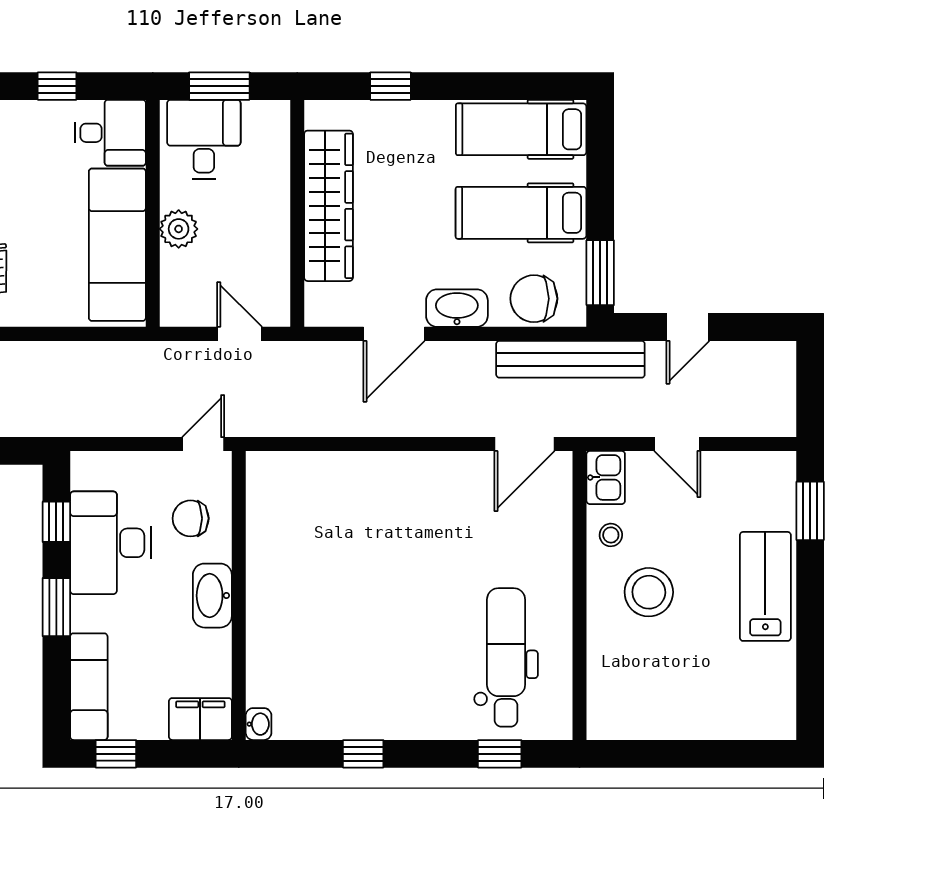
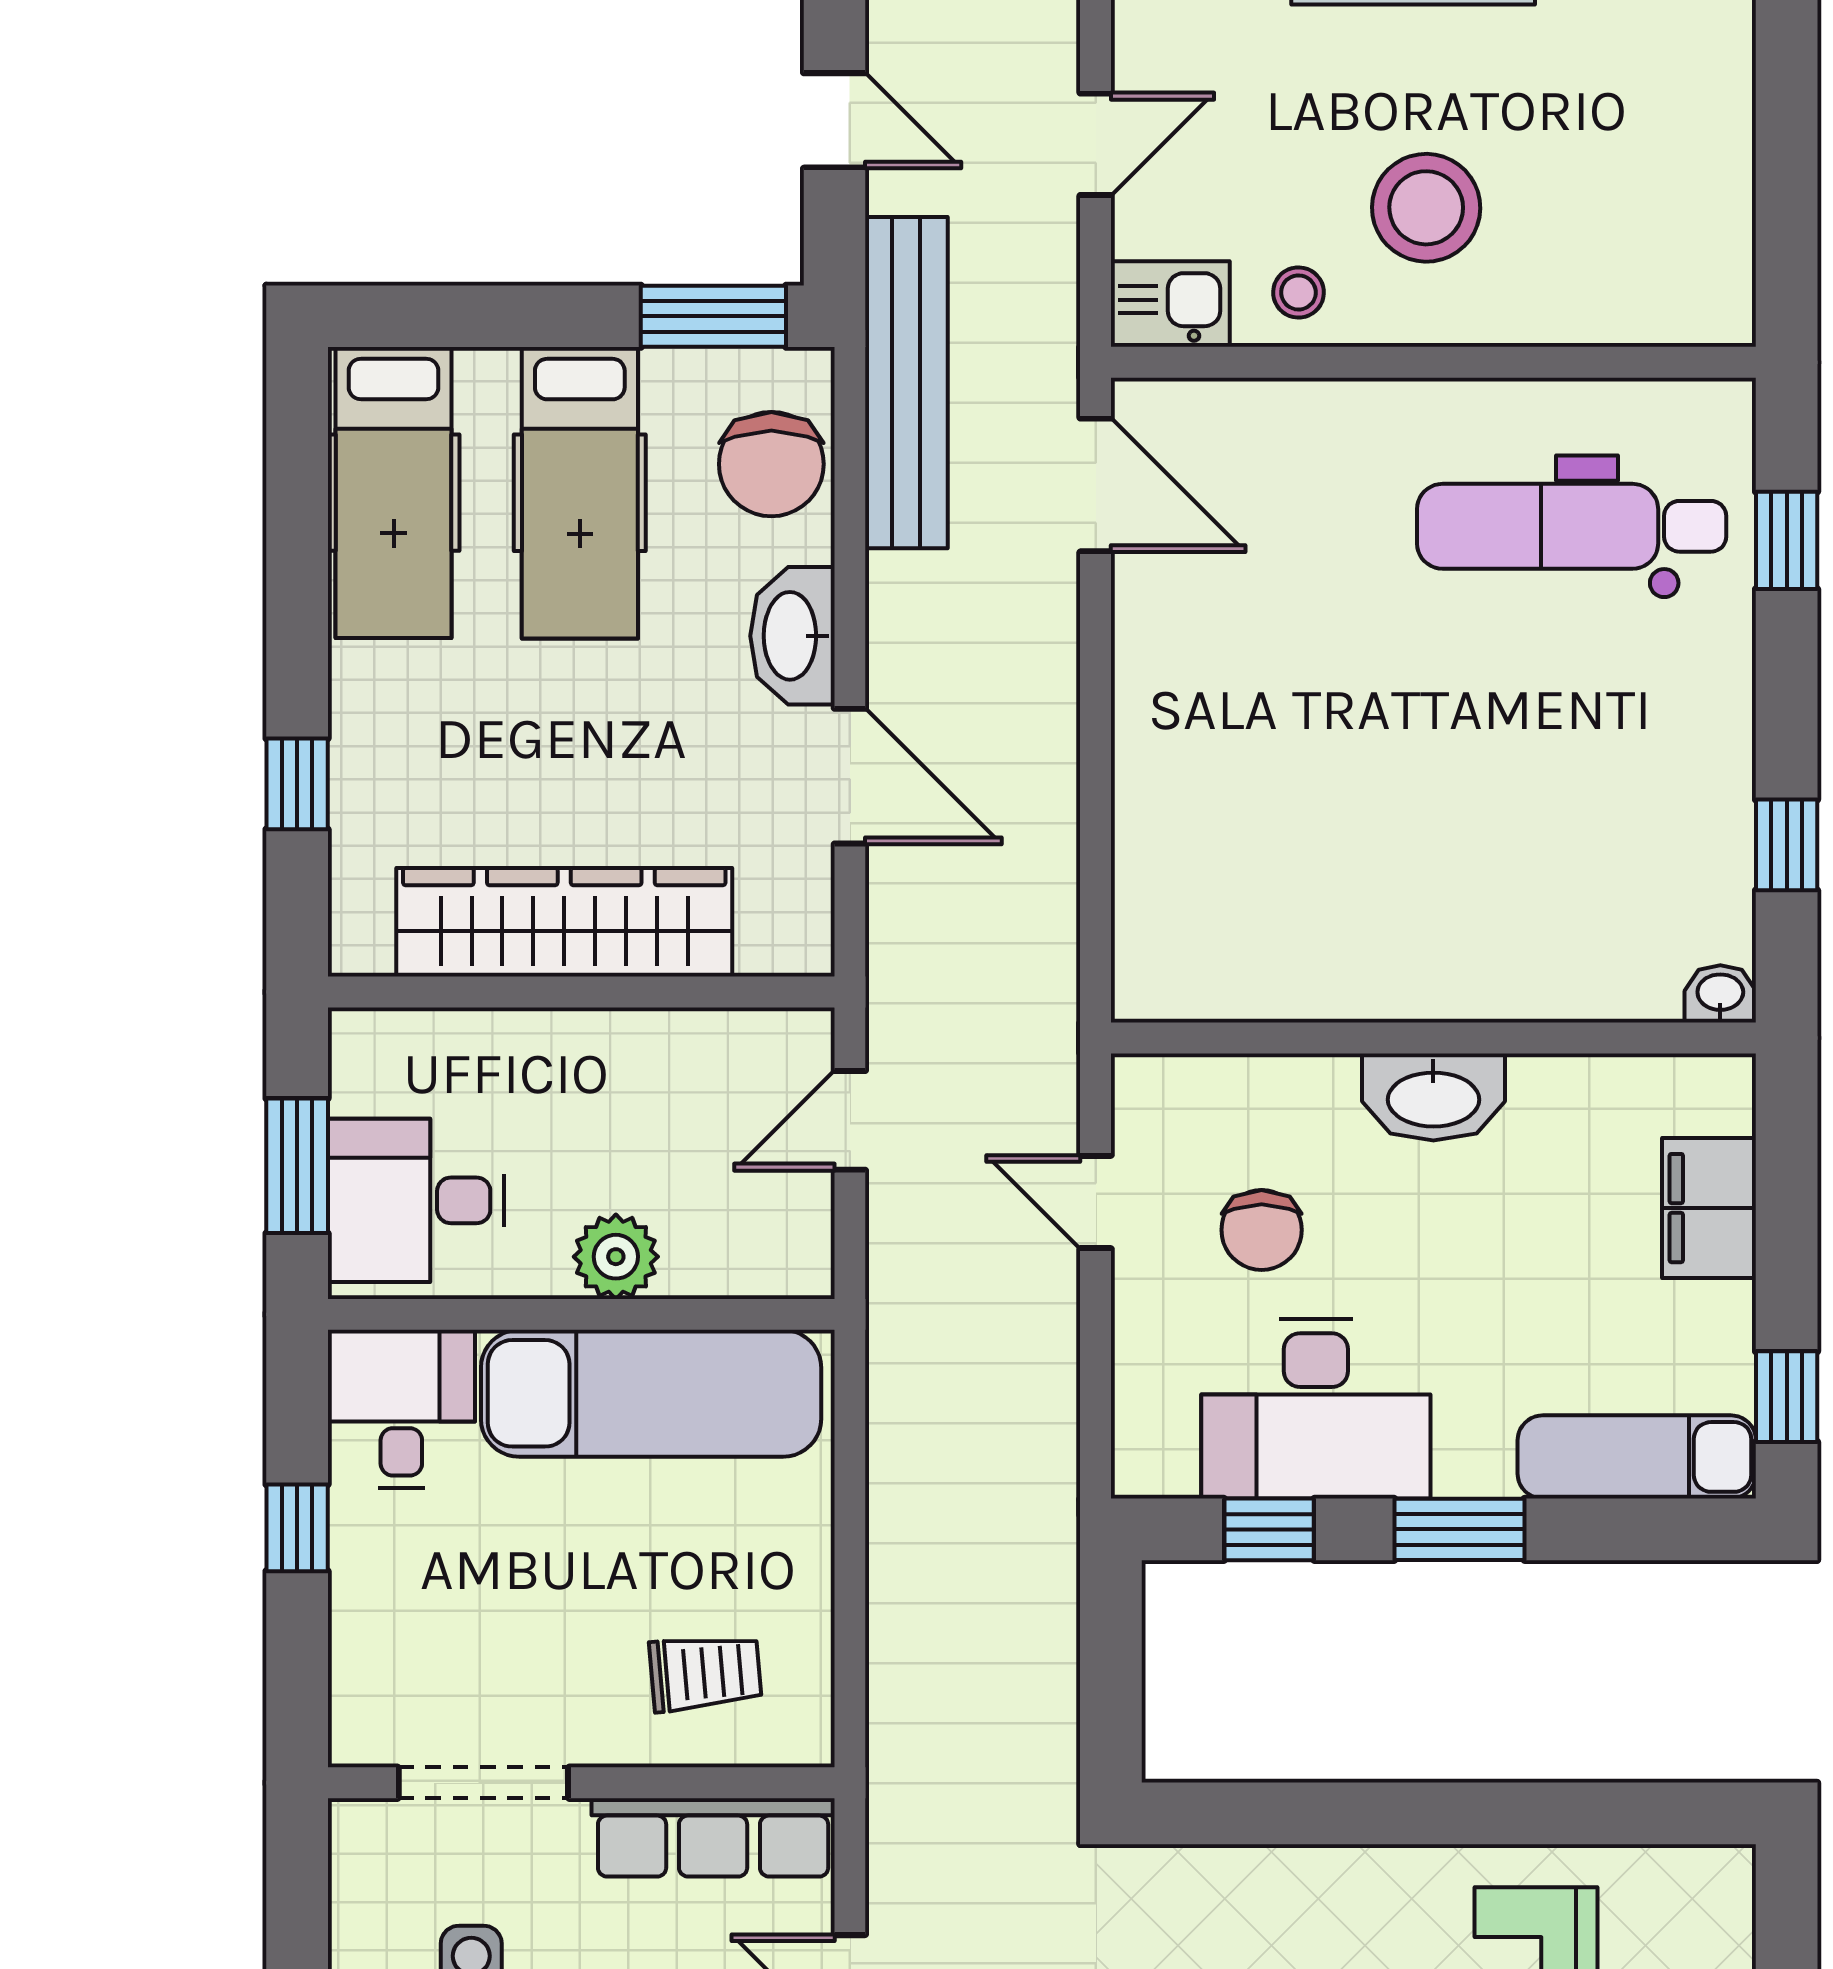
wall: (239, 595) -> (1433, 1038), moved
washbasin: (212, 596) -> (1433, 1097), moved
washbasin: (259, 724) -> (1720, 994), moved

